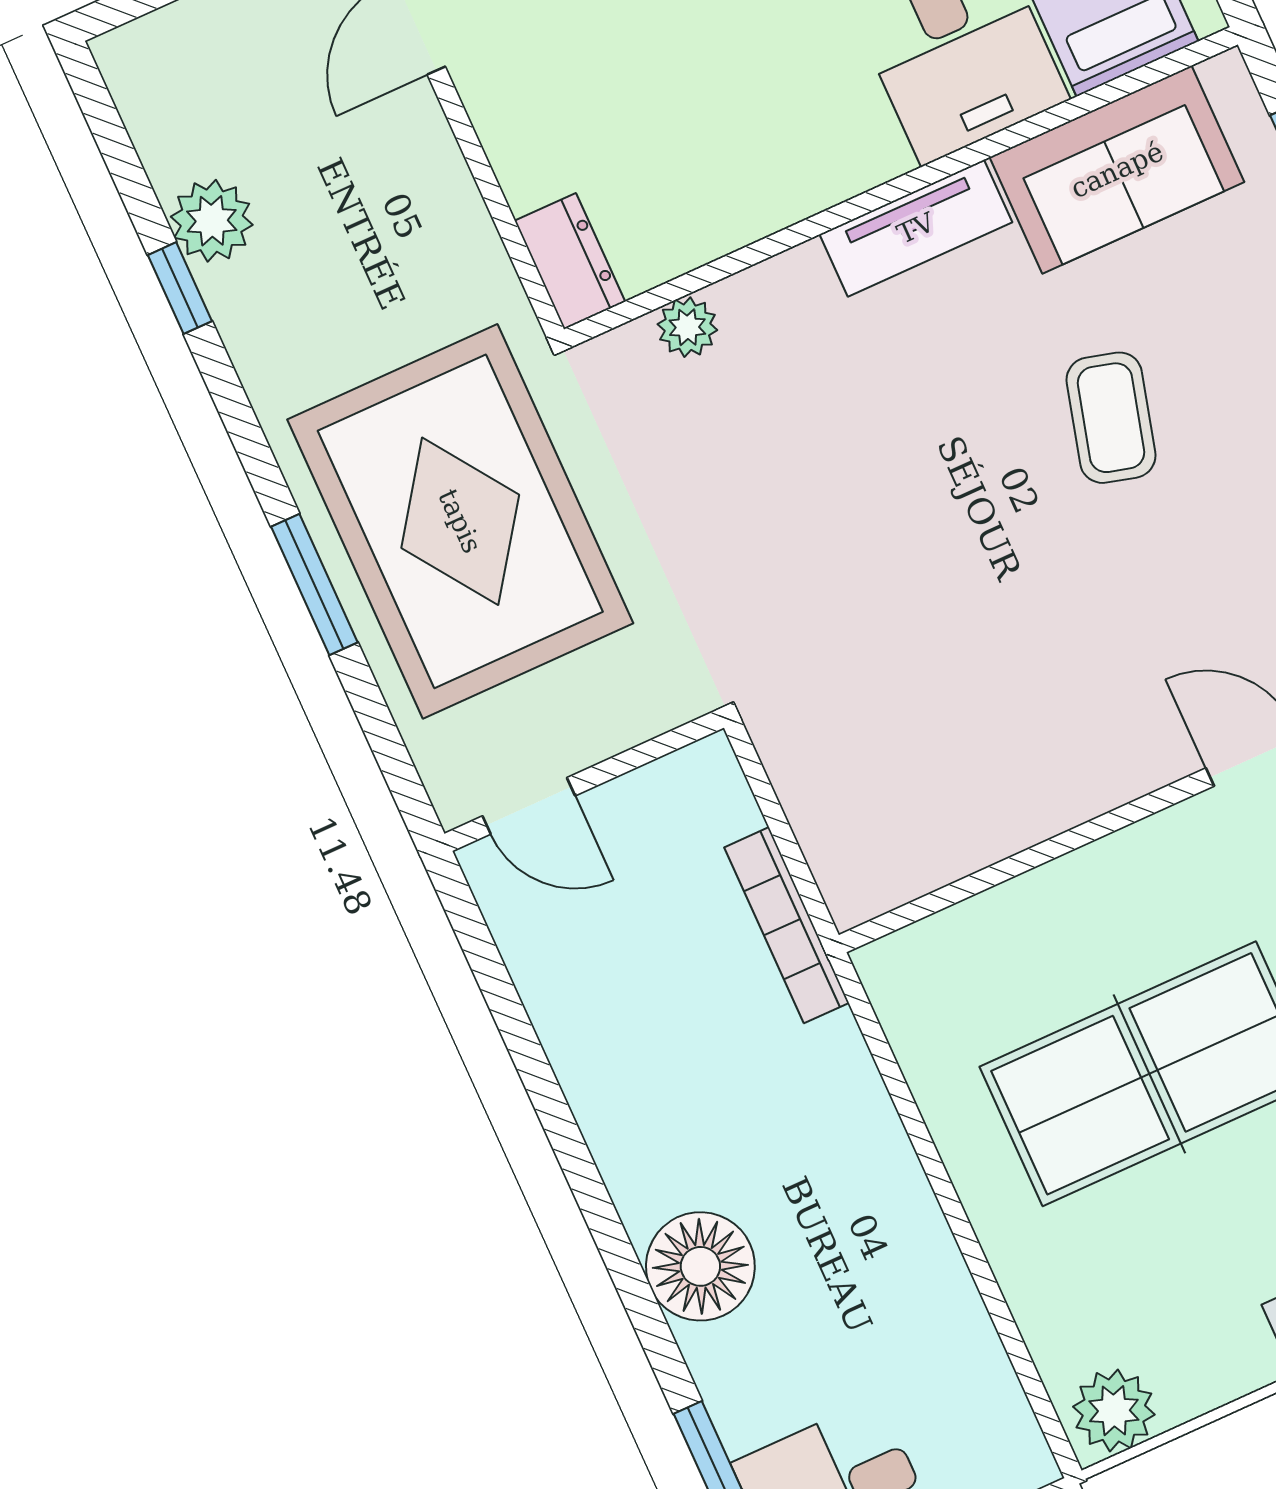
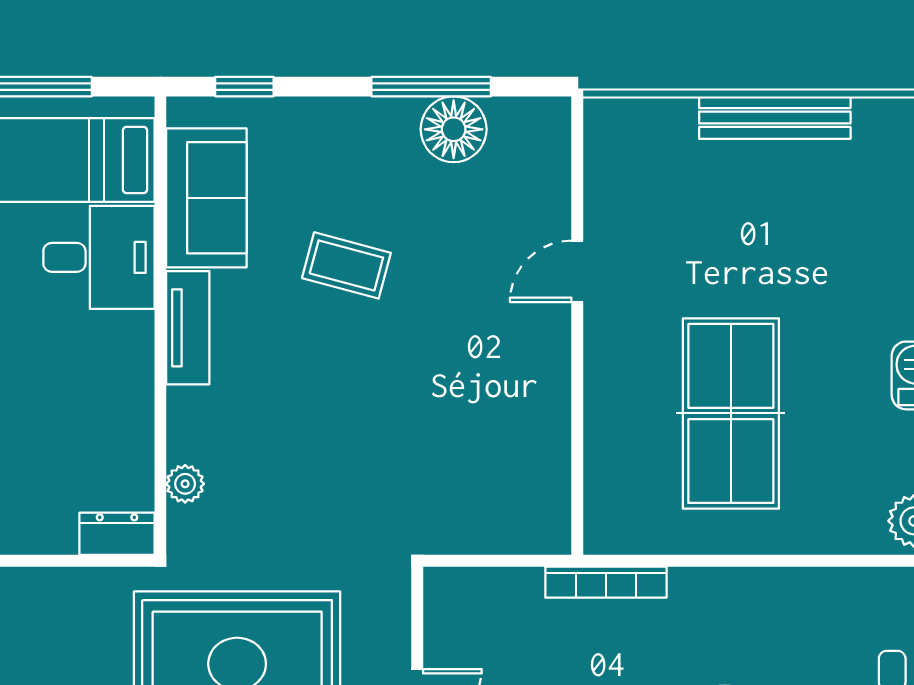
bookcase: (786, 925) -> (606, 582), moved

